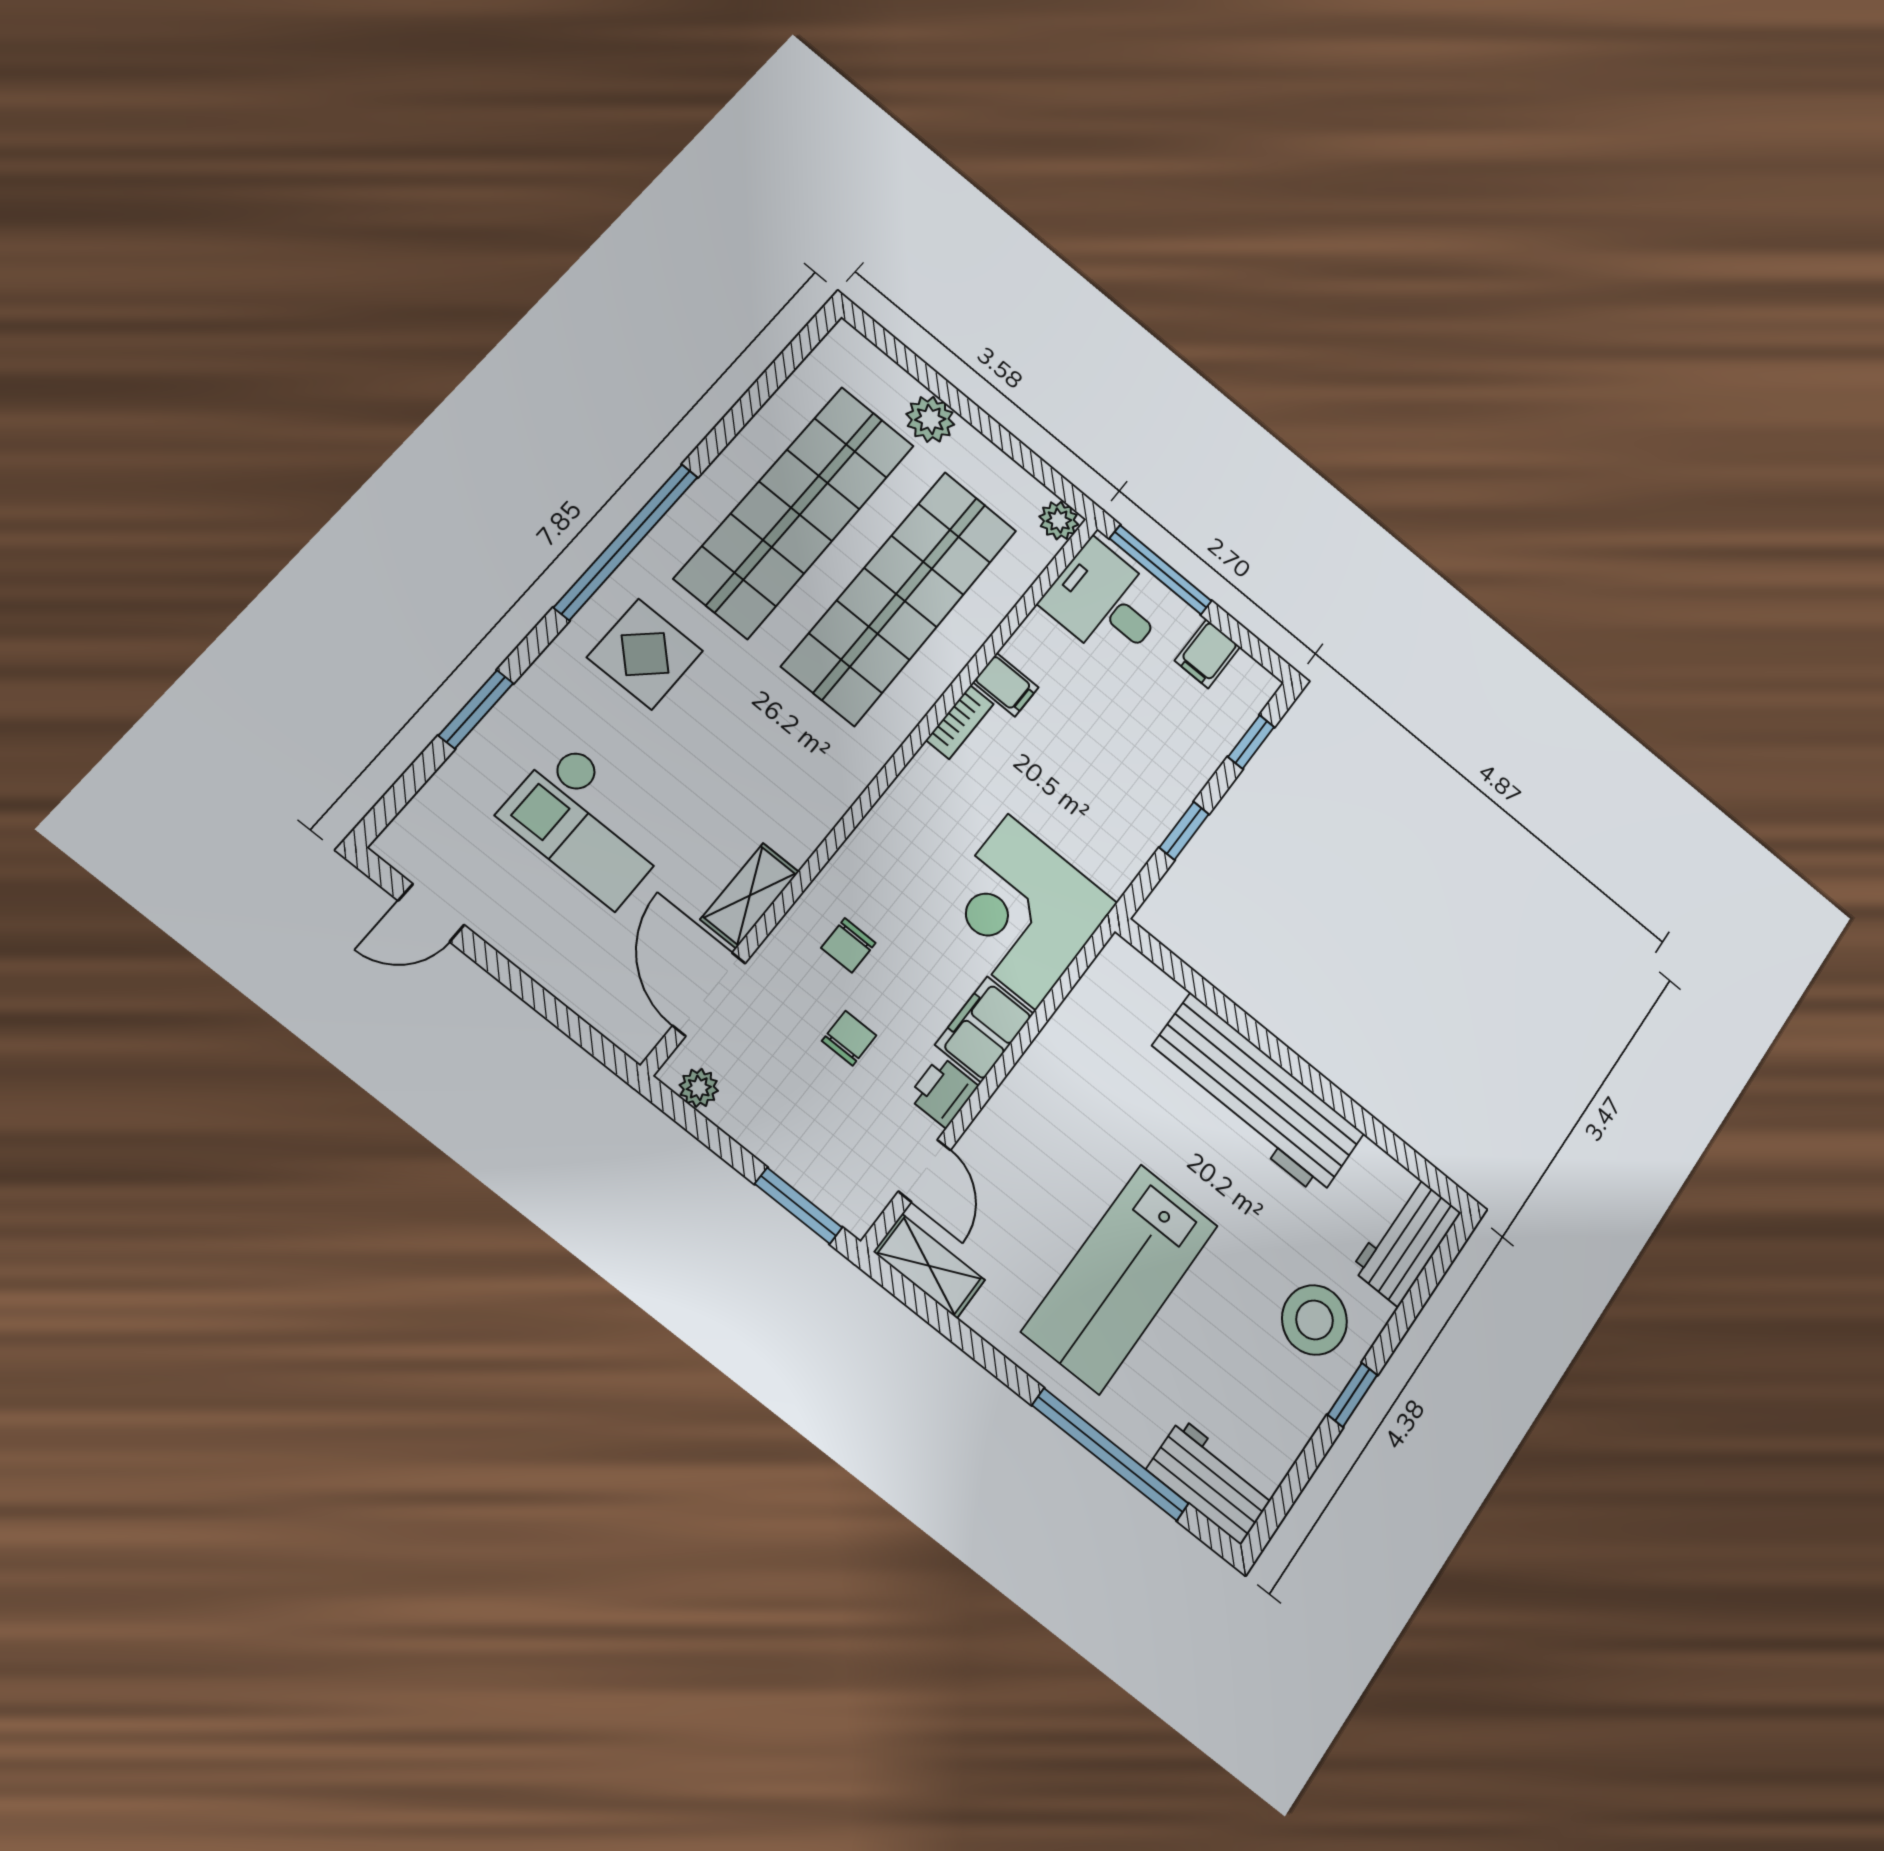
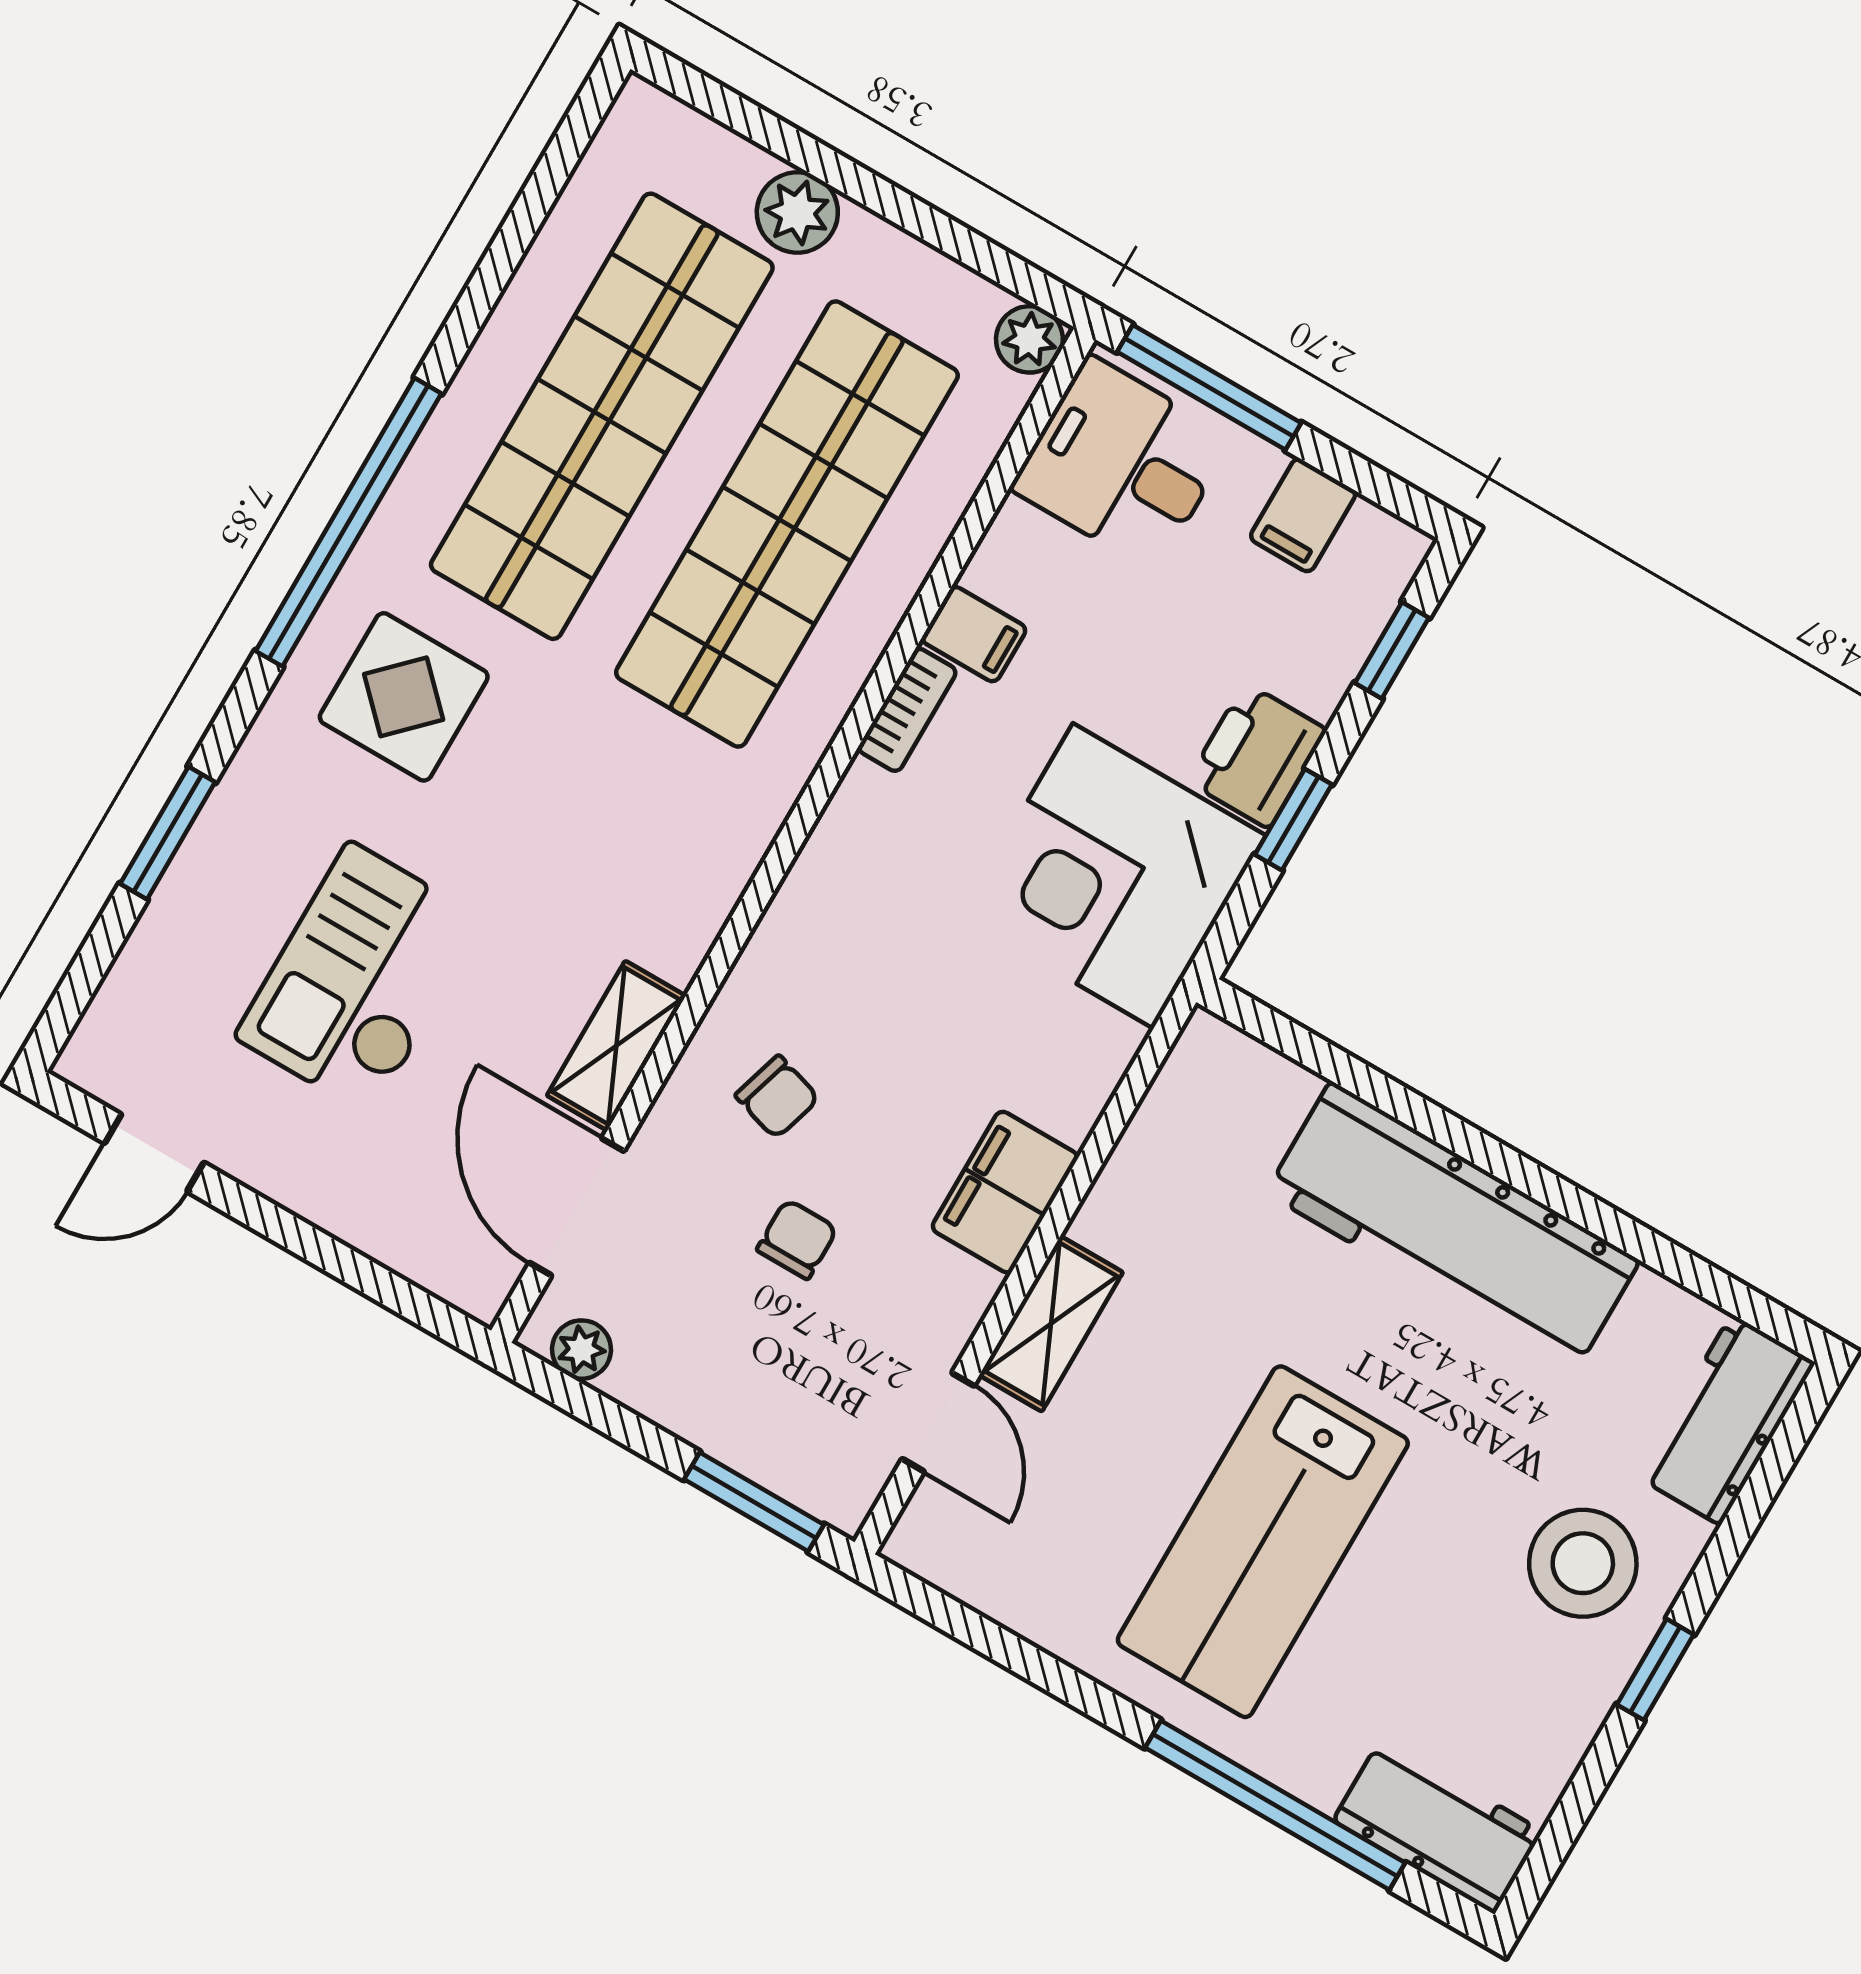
checkout: (589, 824) -> (360, 979), turned 90
corner desk: (1022, 911) -> (1113, 876), moved
chair: (848, 945) -> (777, 1097), turned -73
printer: (943, 1092) -> (1257, 756), moved, width x1.36, depth x1.24
shelving: (929, 1266) -> (1051, 1324), moved, turned 90

